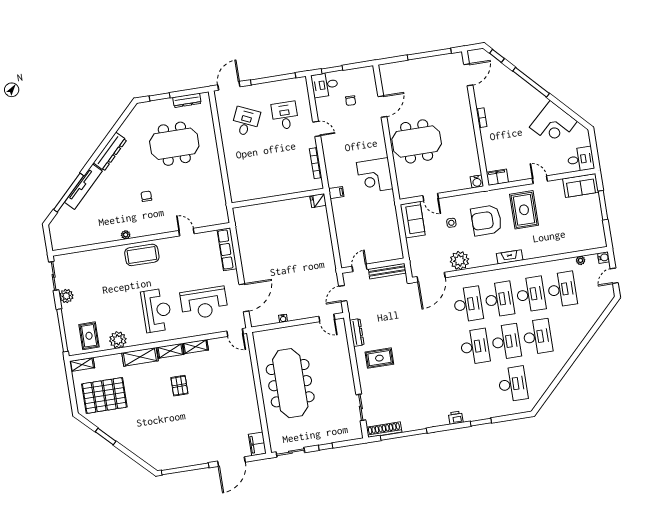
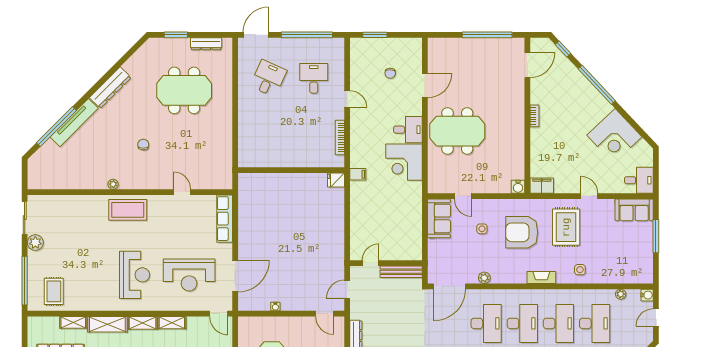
desk: (325, 85) -> (408, 130), moved, turned 180
side table: (542, 245) -> (580, 270), added
plant: (459, 260) -> (484, 278), width x0.53, depth x0.53
plant: (118, 340) -> (86, 301), removed
shelving: (82, 364) -> (73, 322), moved

